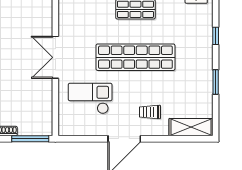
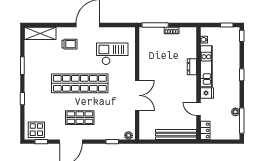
double door: (55, 57) -> (137, 95), moved
checkout: (90, 98) -> (112, 54), turned 180

